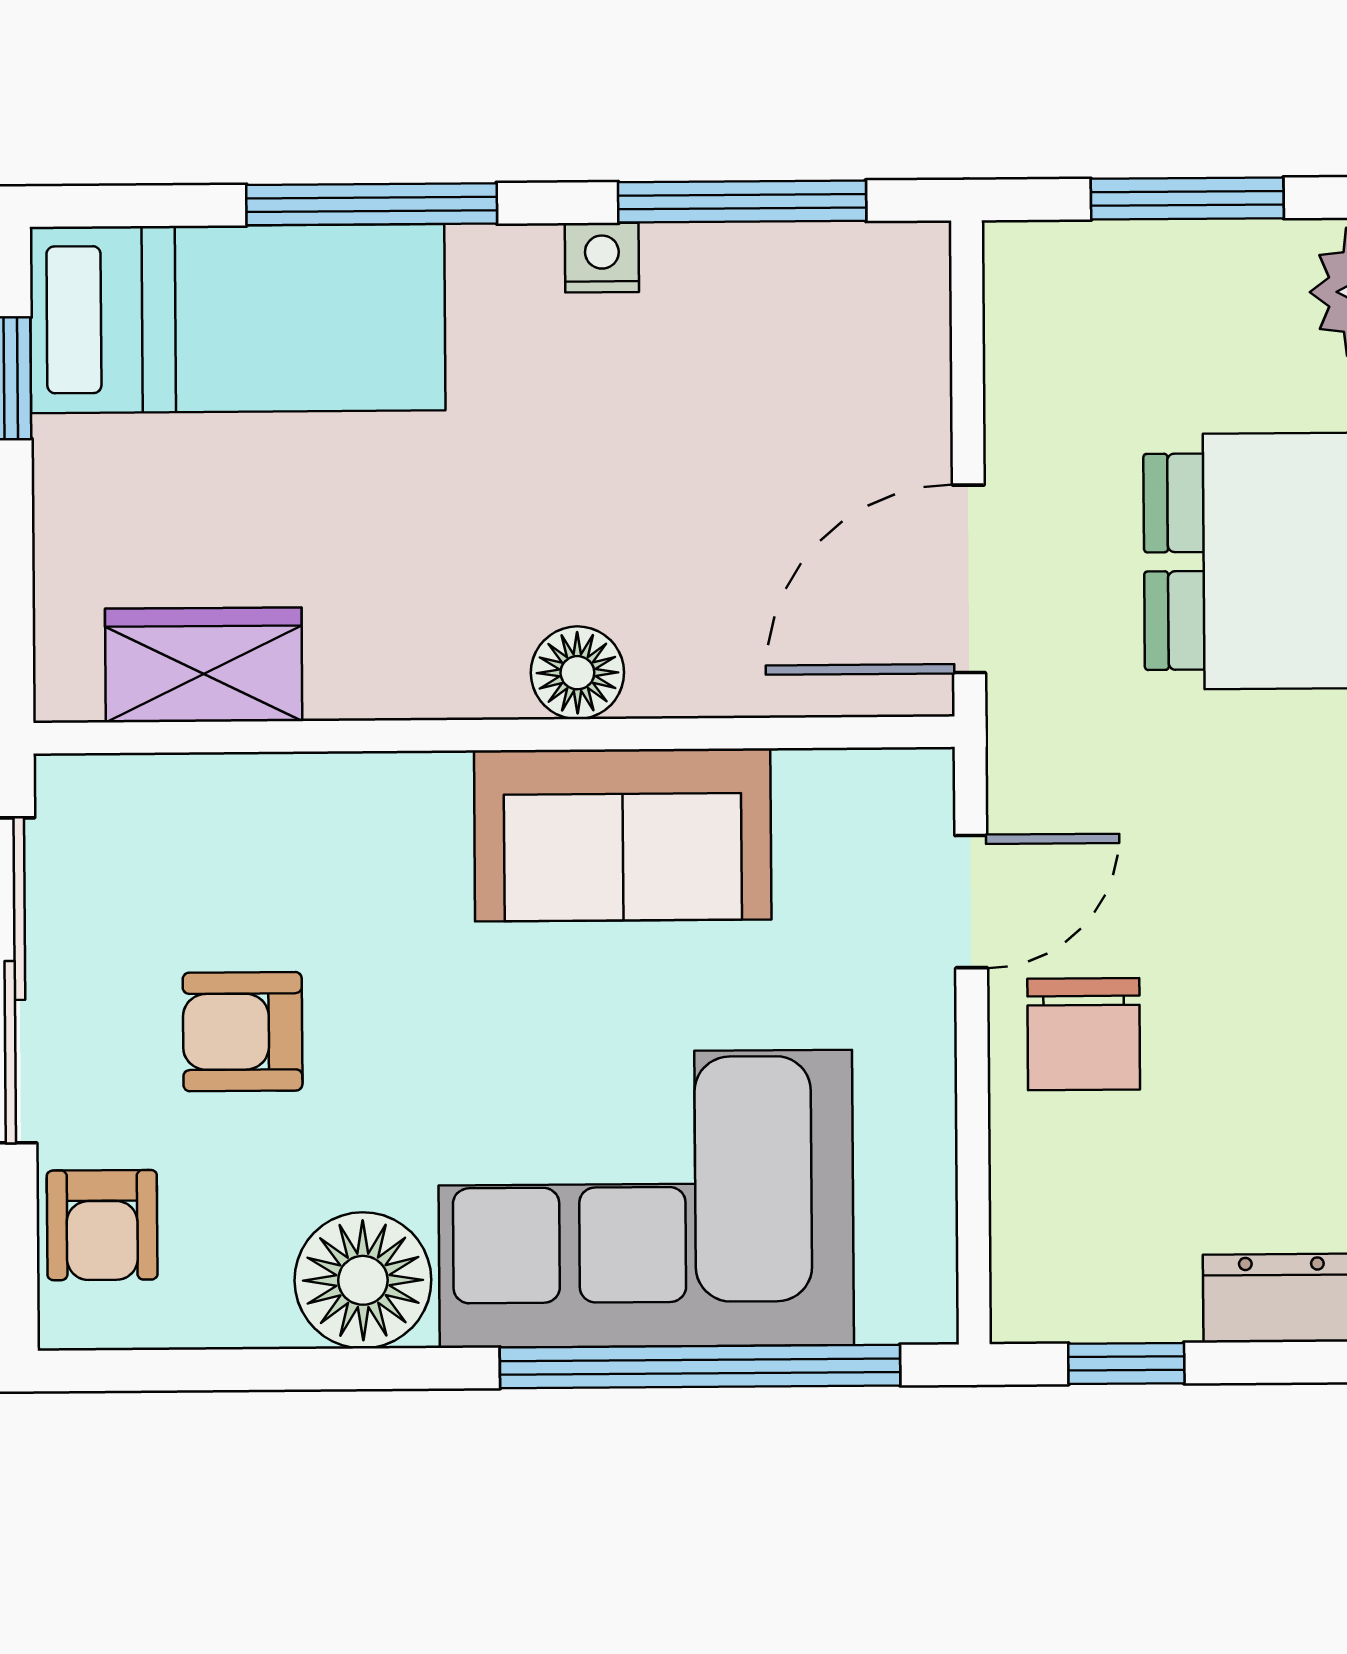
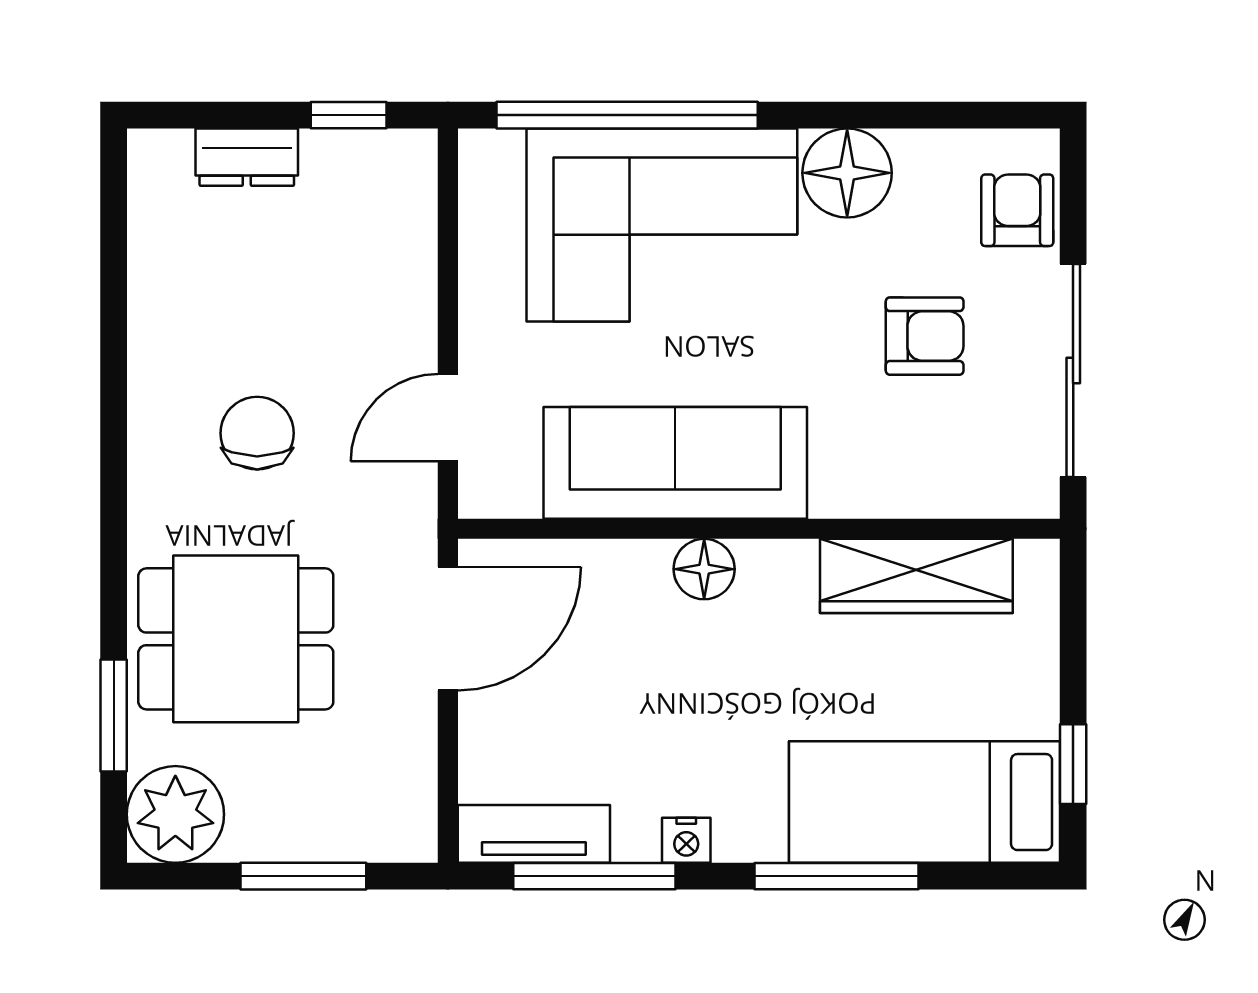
tv unit: (835, 266) -> (534, 834), added
wardrobe: (204, 665) -> (916, 576), width x1.50
sofa: (623, 835) -> (675, 463), width x1.36
chair: (1084, 1034) -> (257, 433), moved

